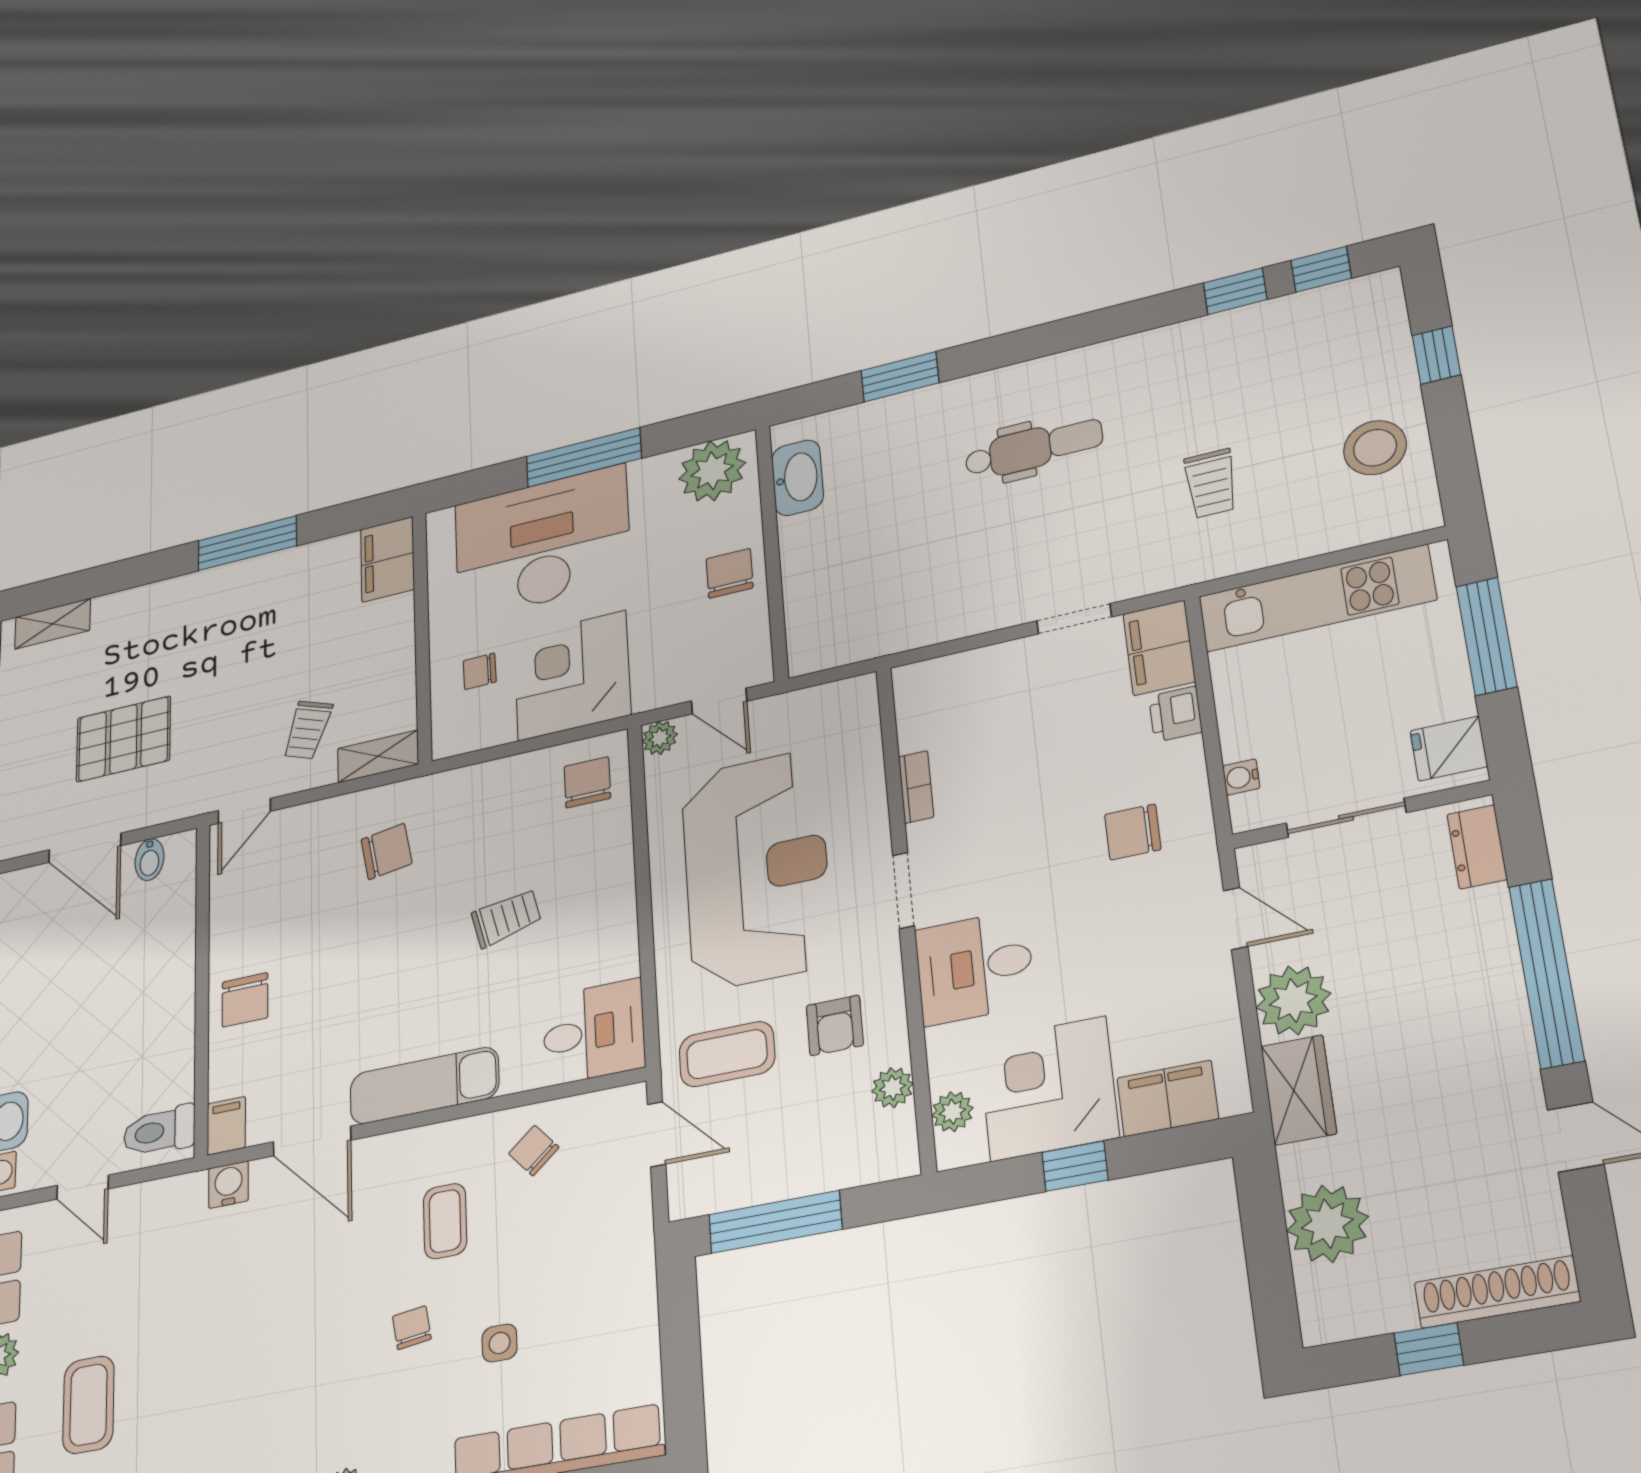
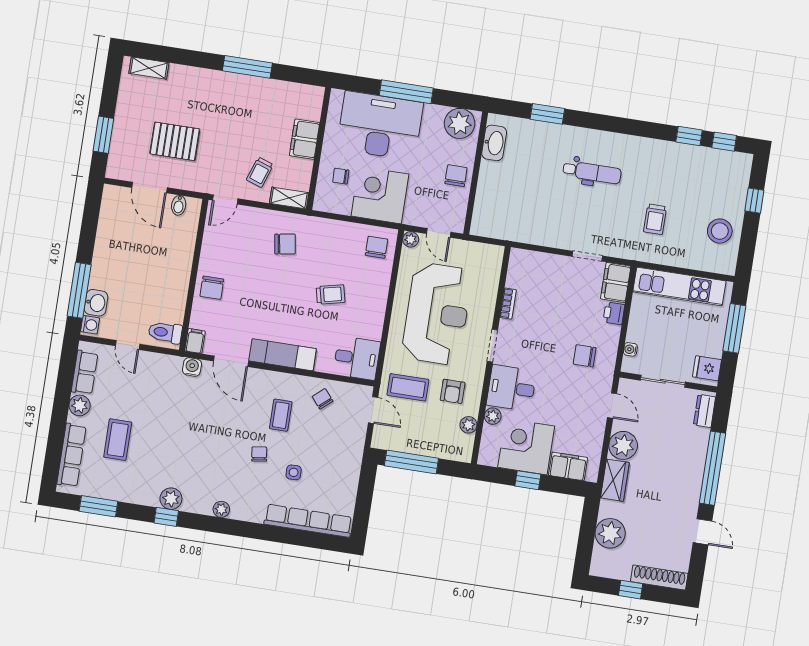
filing cabinet: (387, 559) -> (305, 139), moved
plant: (952, 1112) -> (493, 416), moved

